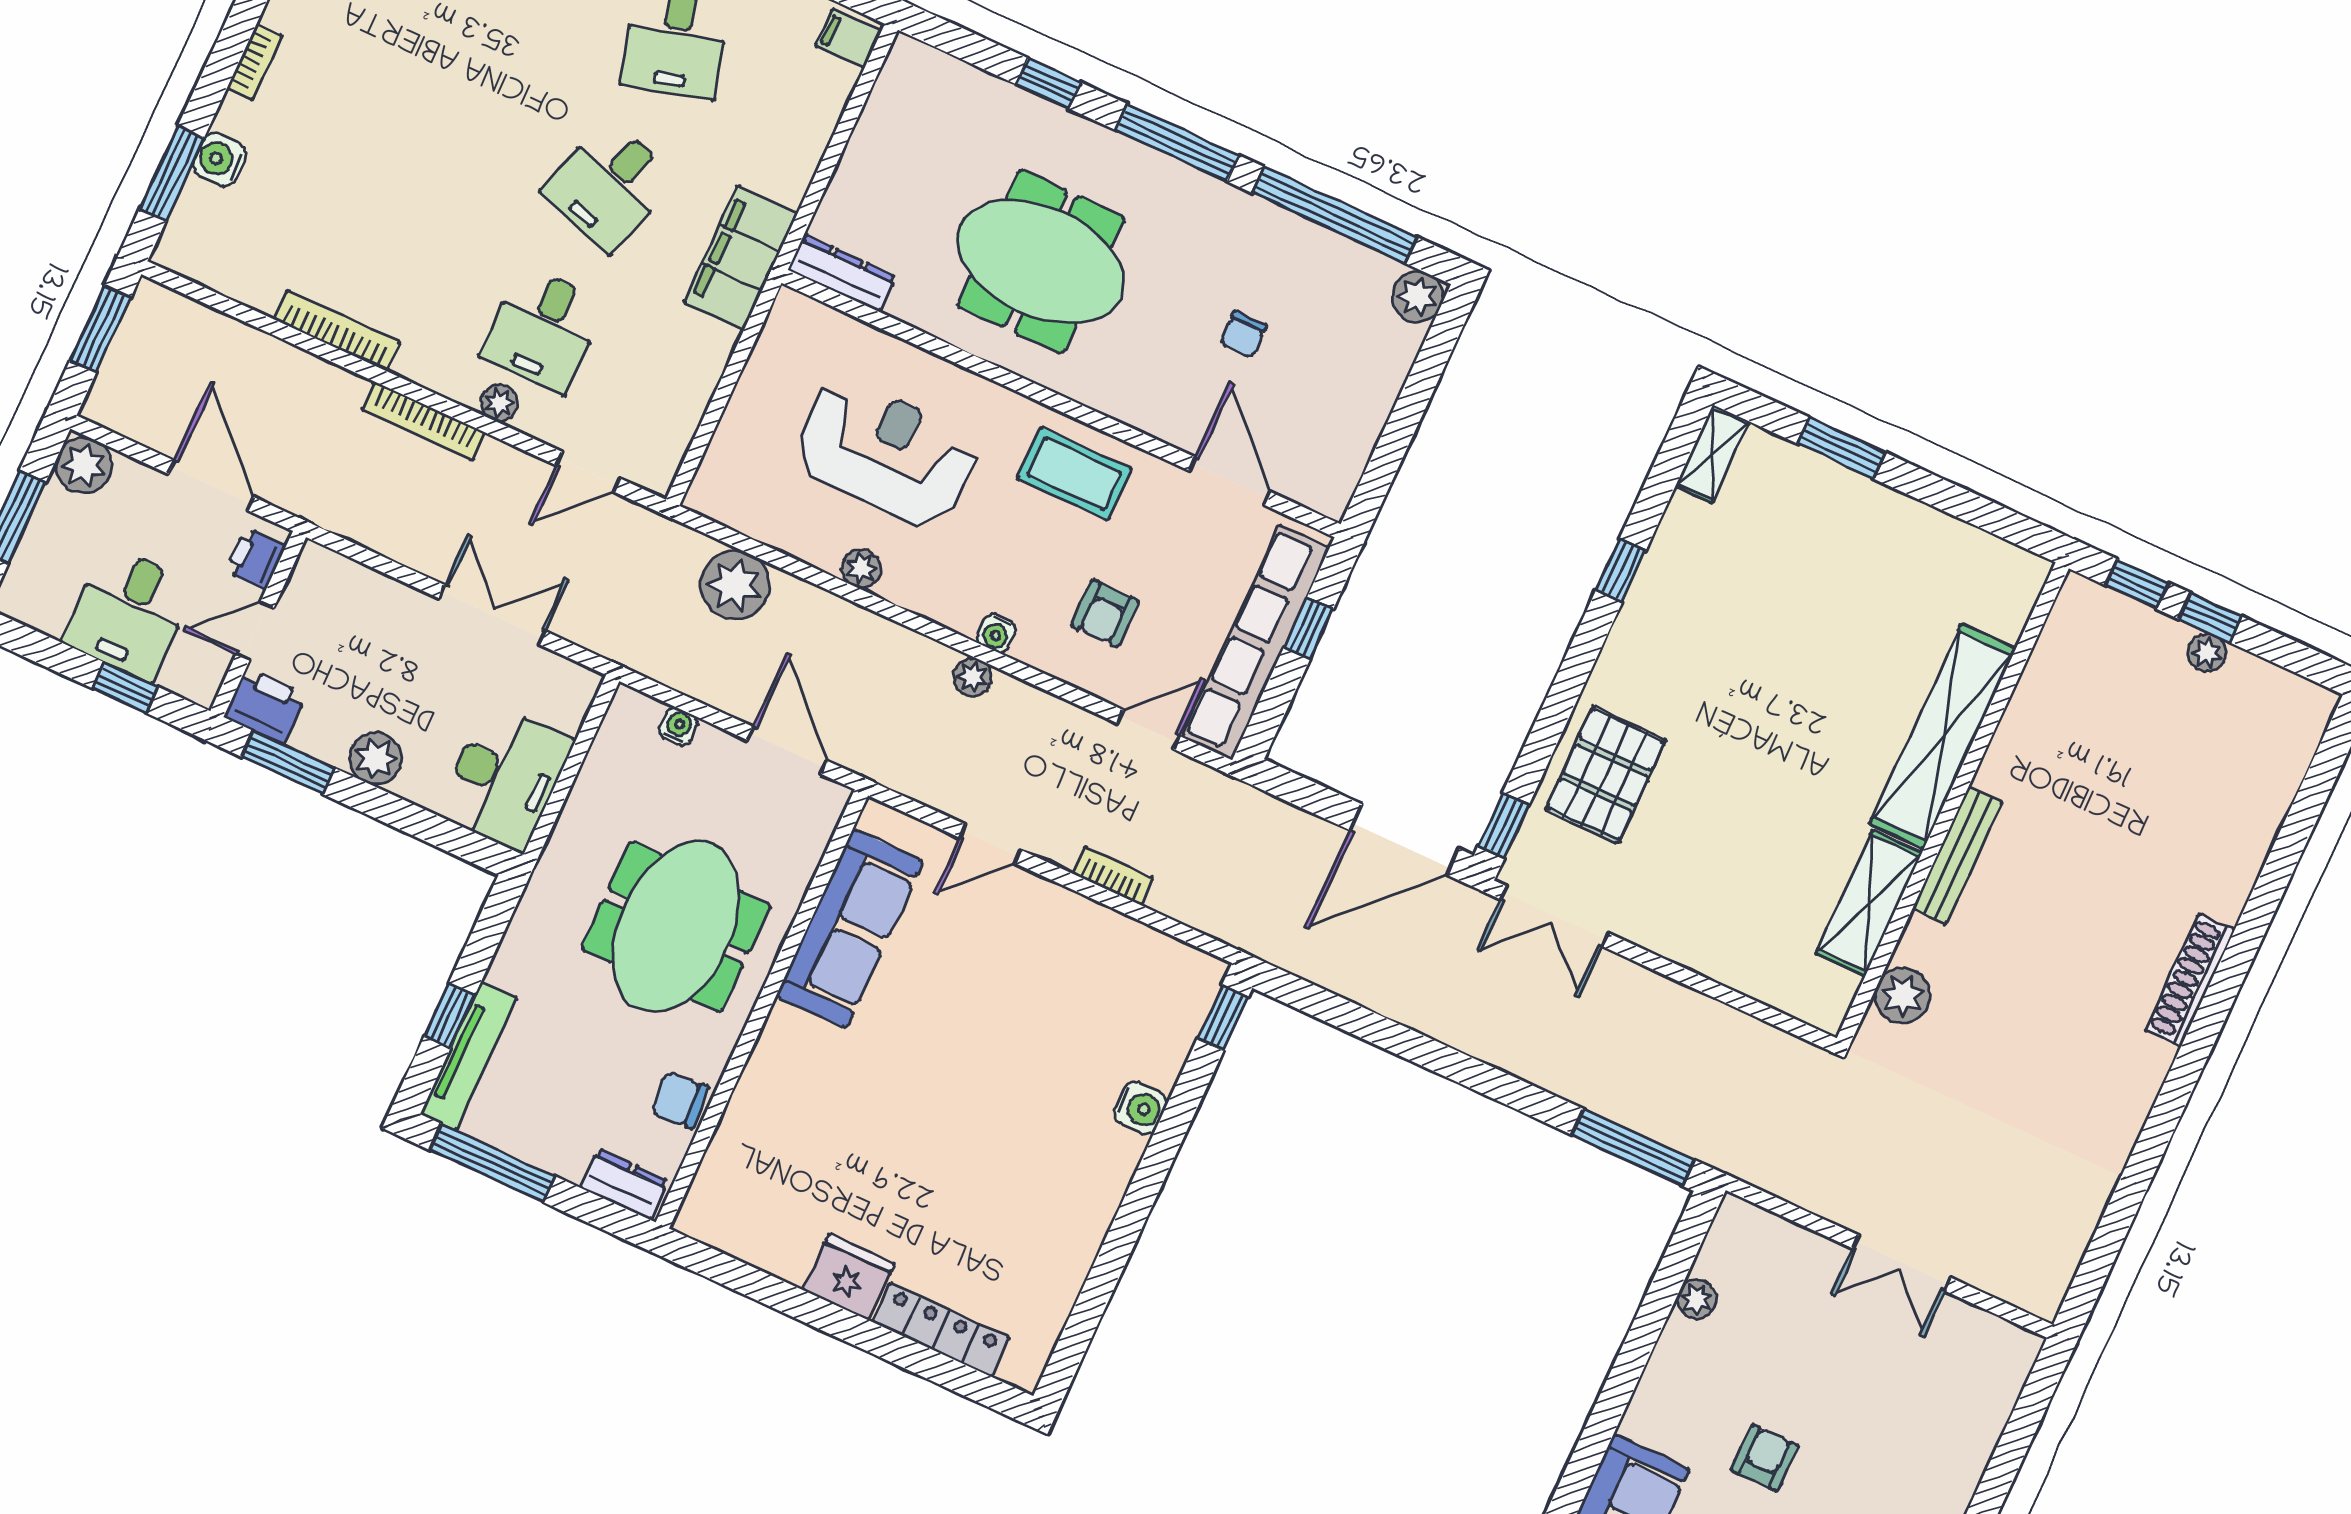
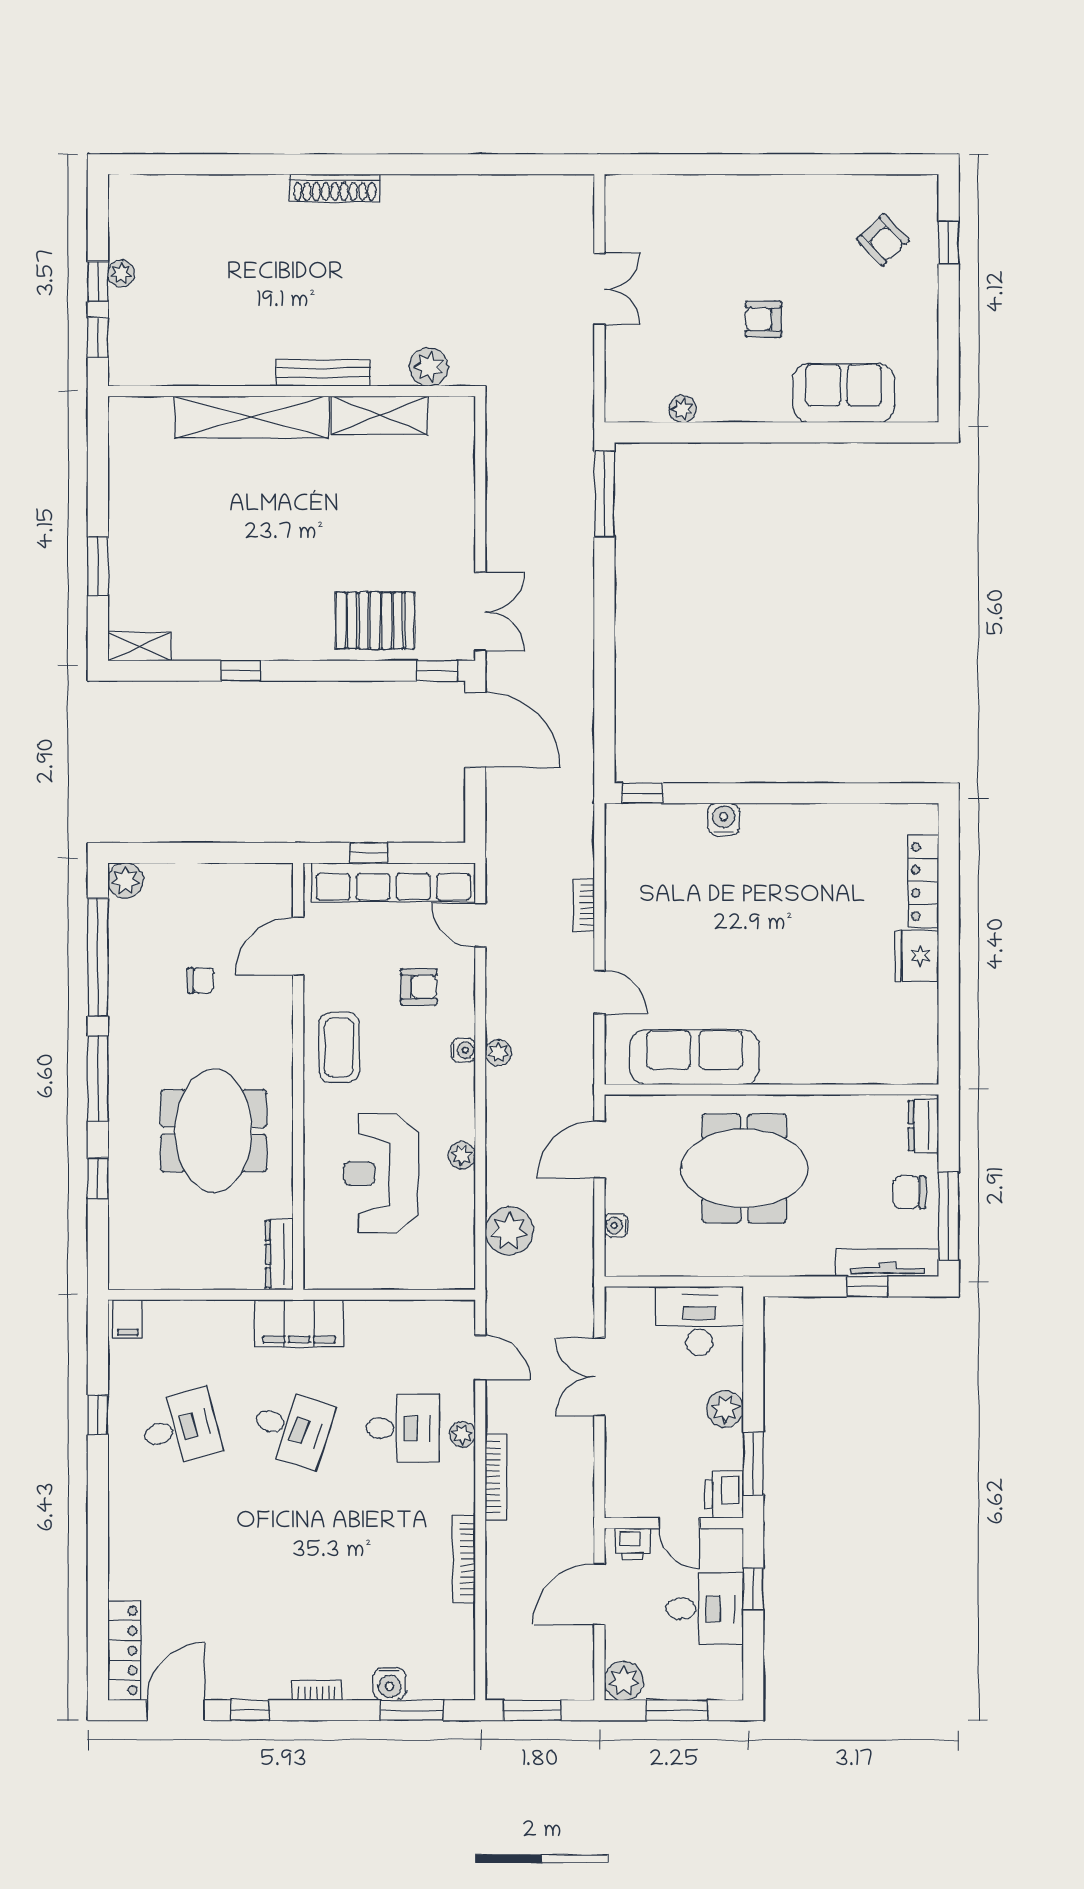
chair: (680, 1100) -> (909, 1192), moved, turned 95

